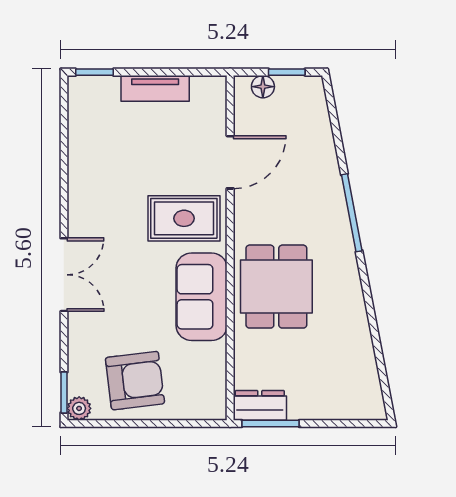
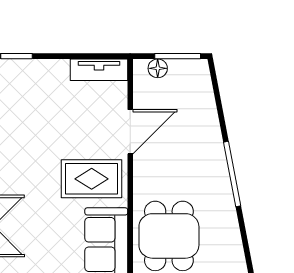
window: (287, 72) -> (178, 56), width x1.50
tv unit: (155, 88) -> (99, 70), moved

